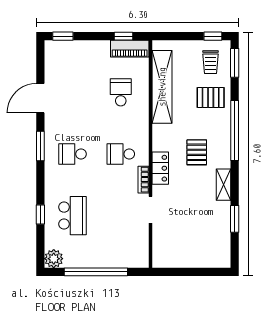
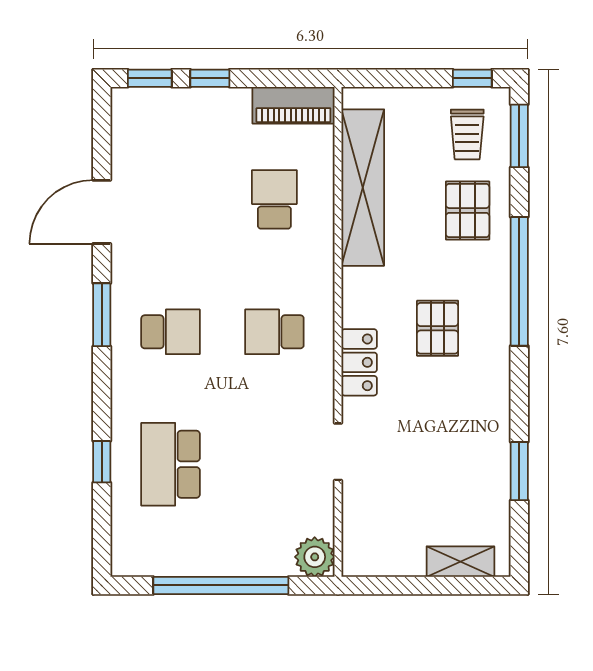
window: (123, 36) -> (210, 78), moved
pallet: (211, 98) -> (468, 210), turned 90
school desk: (73, 154) -> (171, 332), turned 180
bookcase: (143, 180) -> (323, 387), removed
shelving: (224, 185) -> (460, 562), moved, turned 90
school desk: (73, 216) -> (171, 464), turned 180
plant: (54, 259) -> (315, 557), moved

